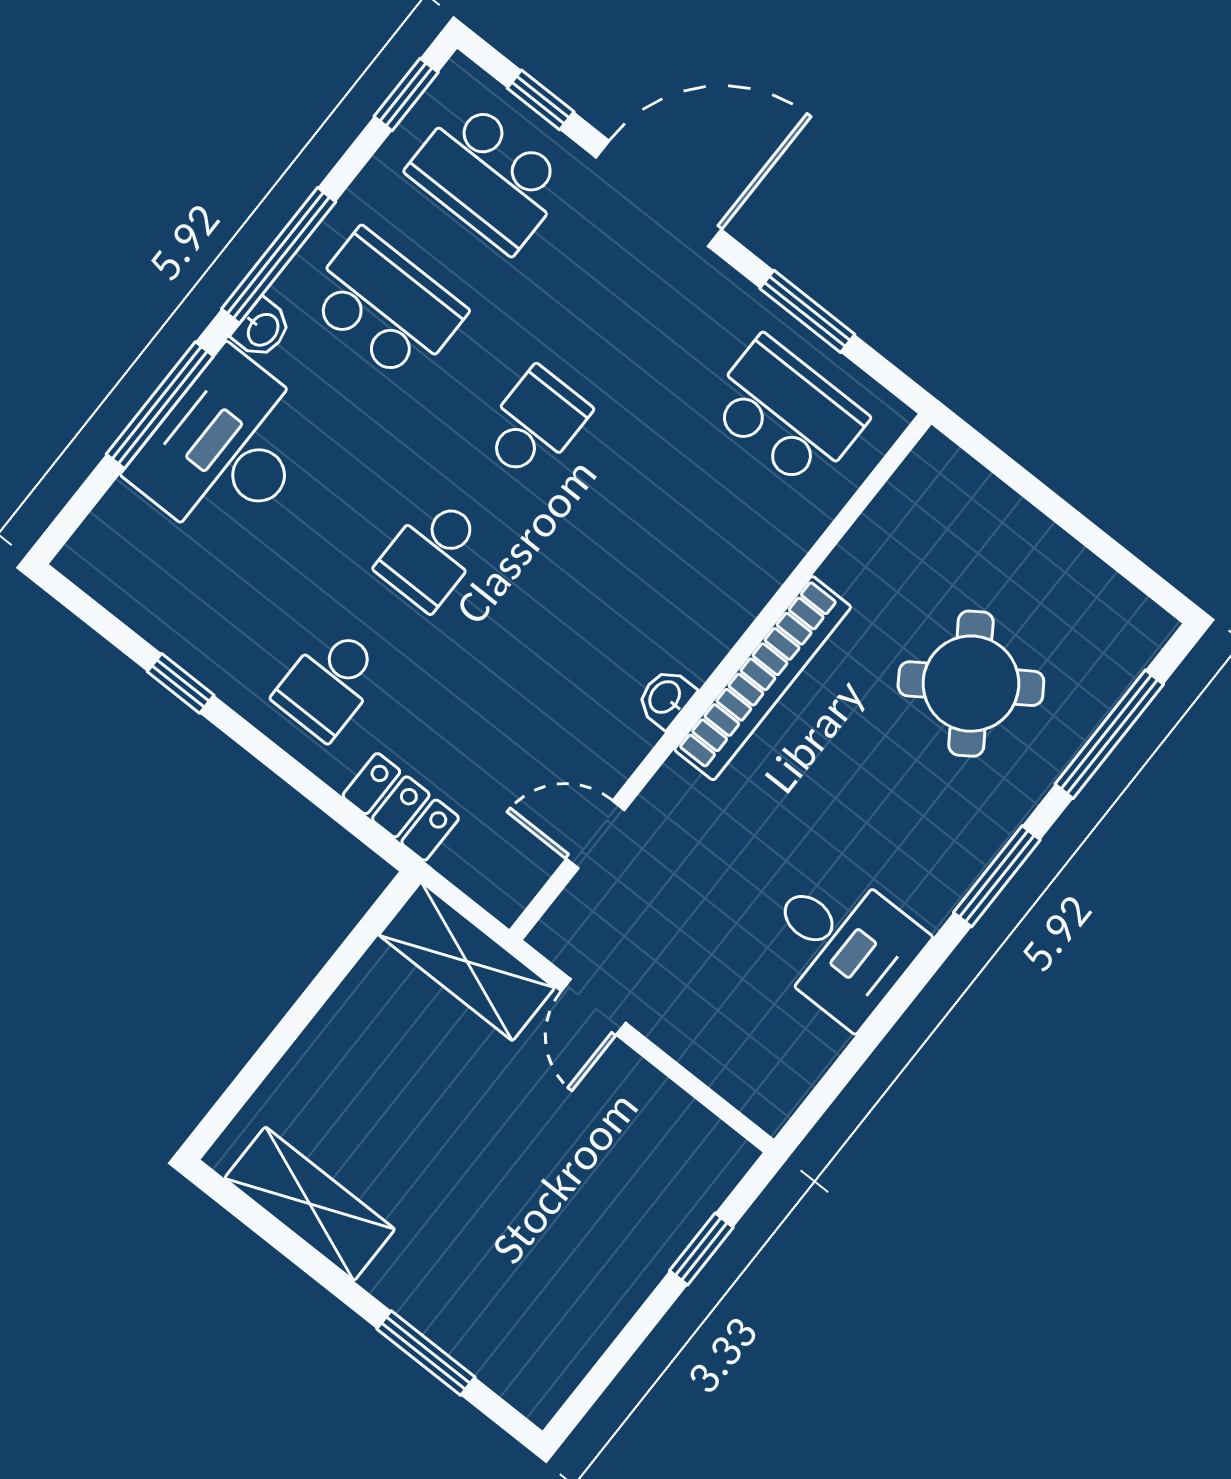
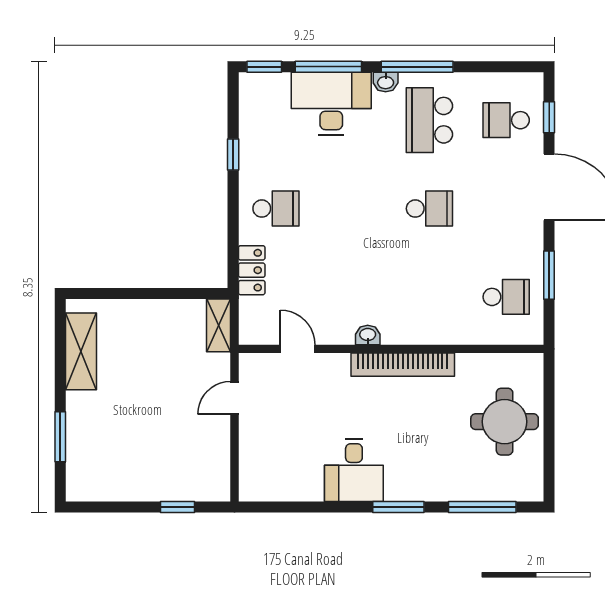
window: (406, 94) -> (264, 67), moved
school desk: (488, 176) -> (506, 120), width x0.54
school desk: (385, 306) -> (429, 120), turned 180
school desk: (787, 413) -> (506, 297), width x0.54
school desk: (432, 554) -> (353, 209), removed
school desk: (329, 683) -> (276, 209), turned 180
round table: (971, 684) -> (505, 422), moved, turned 34
desk: (842, 944) -> (354, 470), moved
shelving: (467, 961) -> (218, 325), width x0.67, depth x0.75

